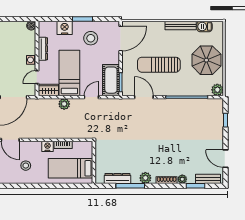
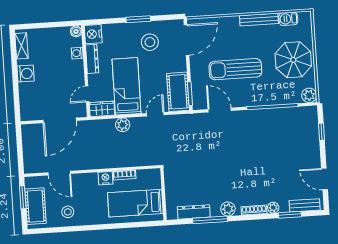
nightstand: (65, 28) -> (93, 34), moved, turned -90
washing machine: (31, 60) -> (77, 53), moved
stool: (26, 166) -> (68, 212), moved

